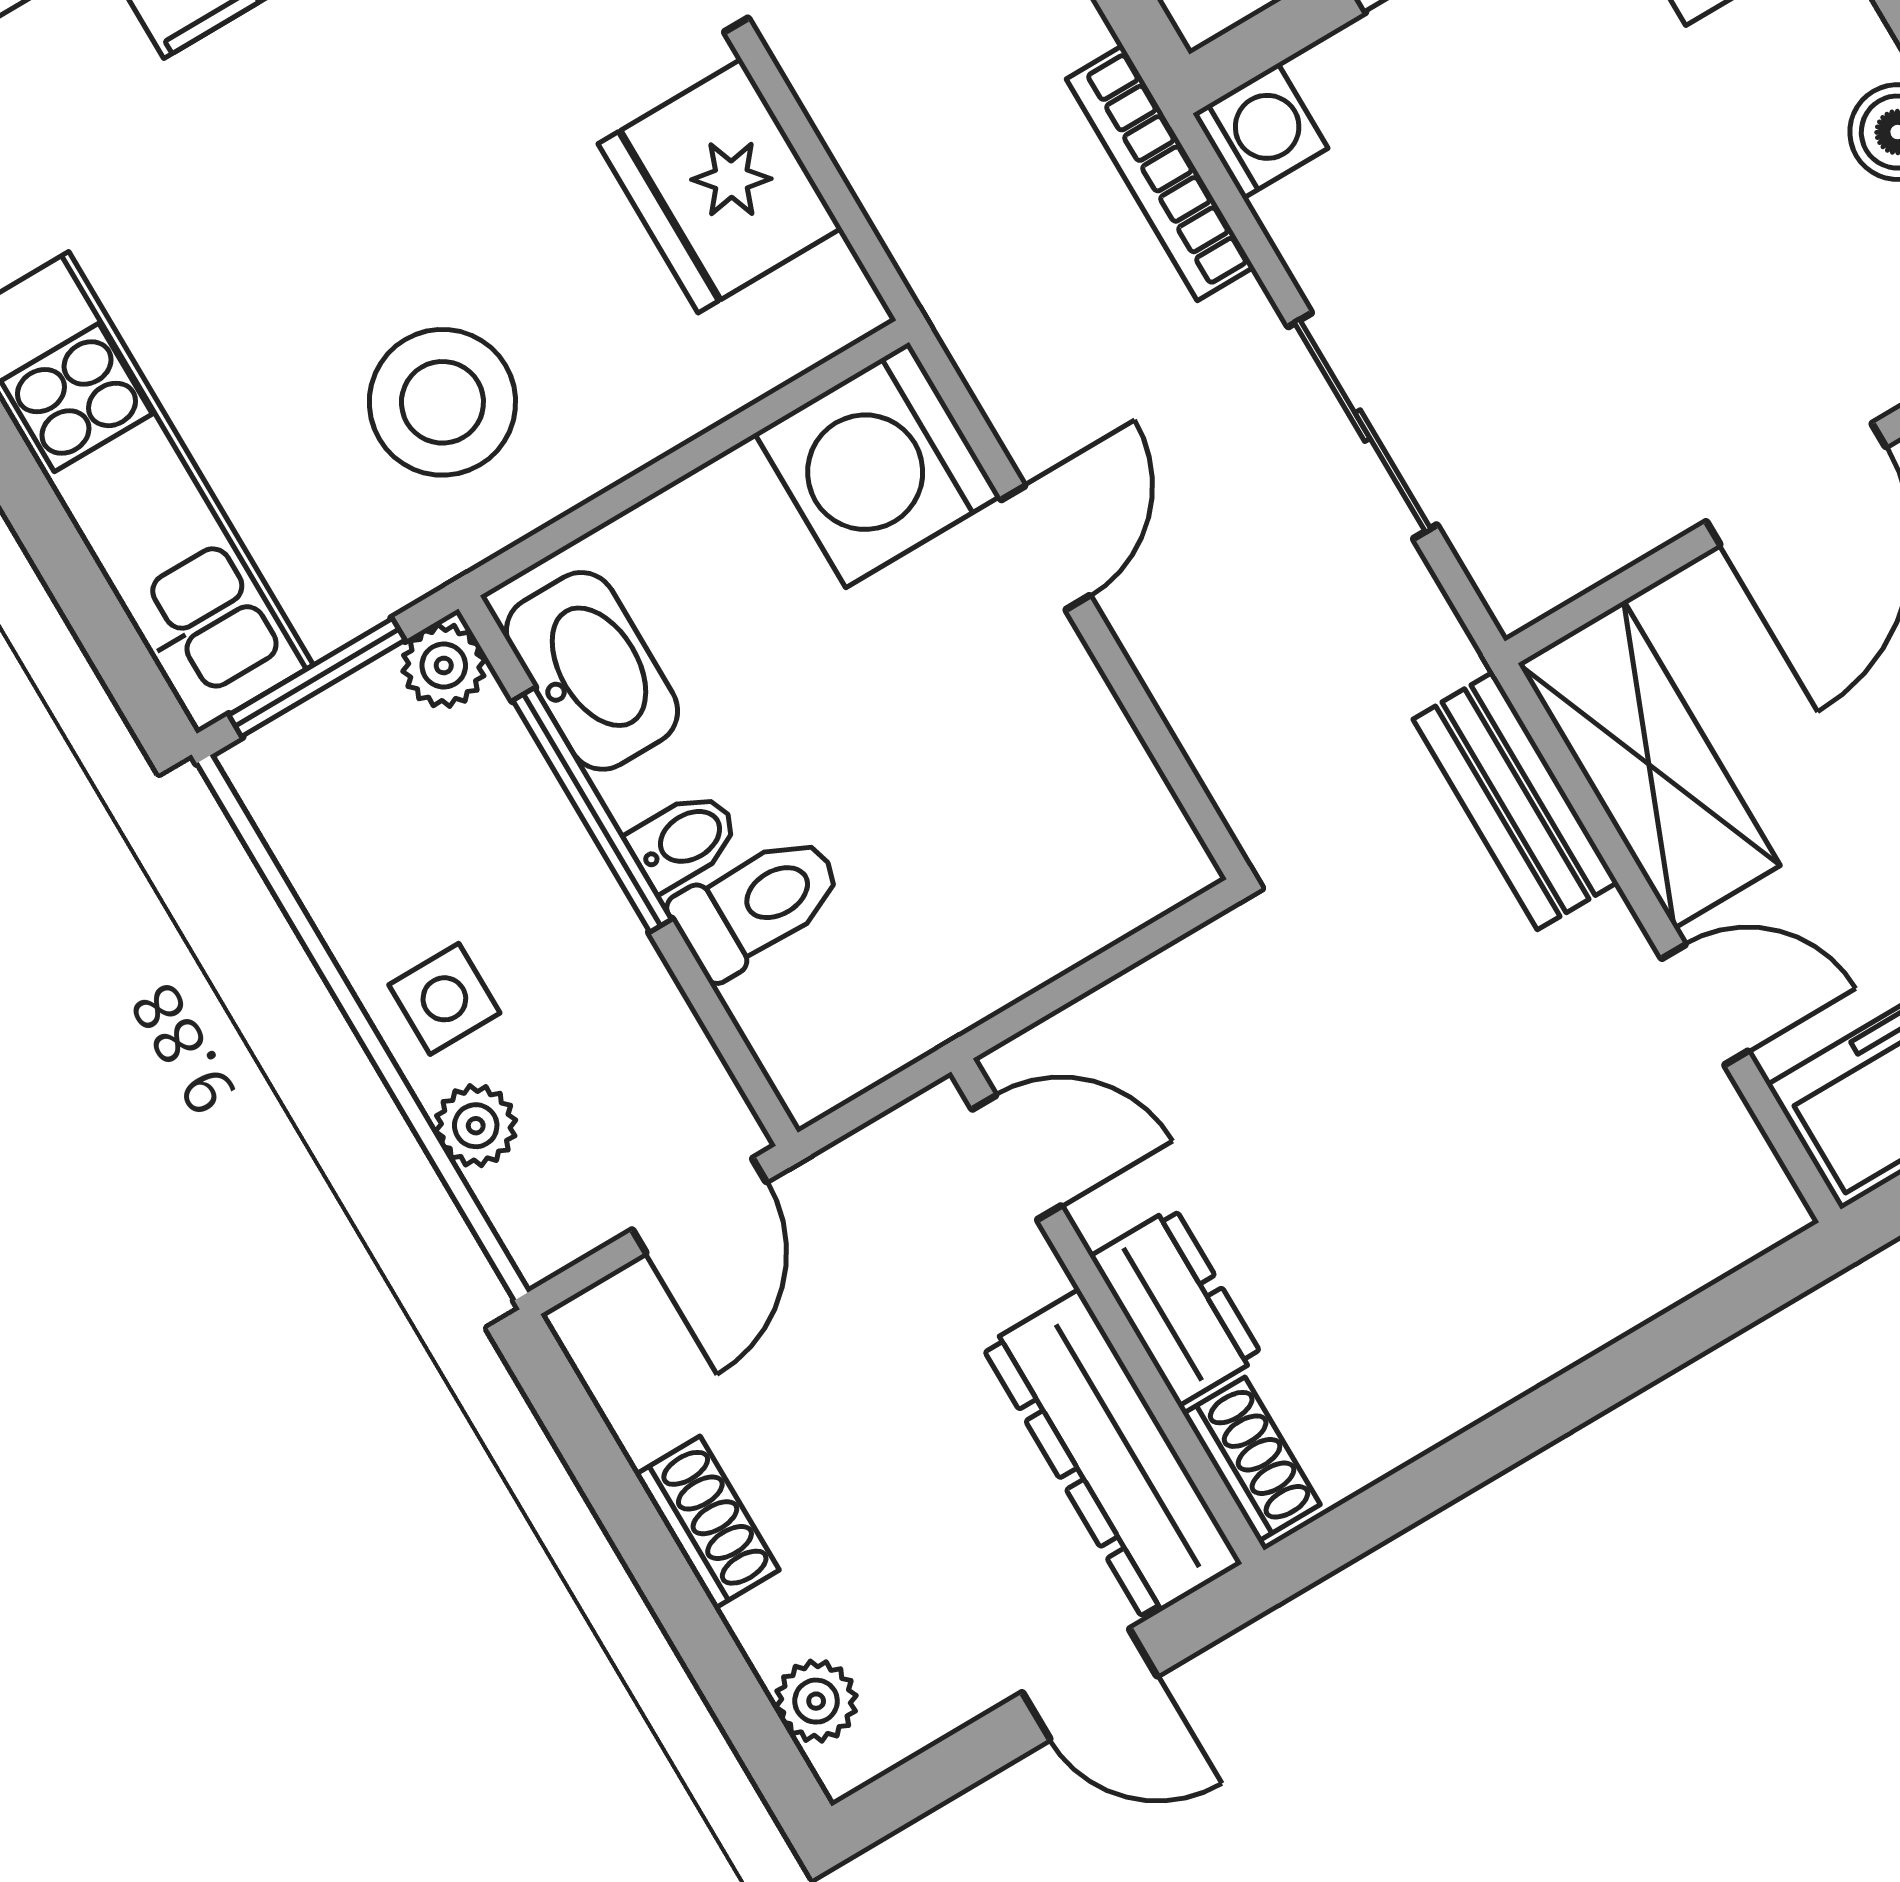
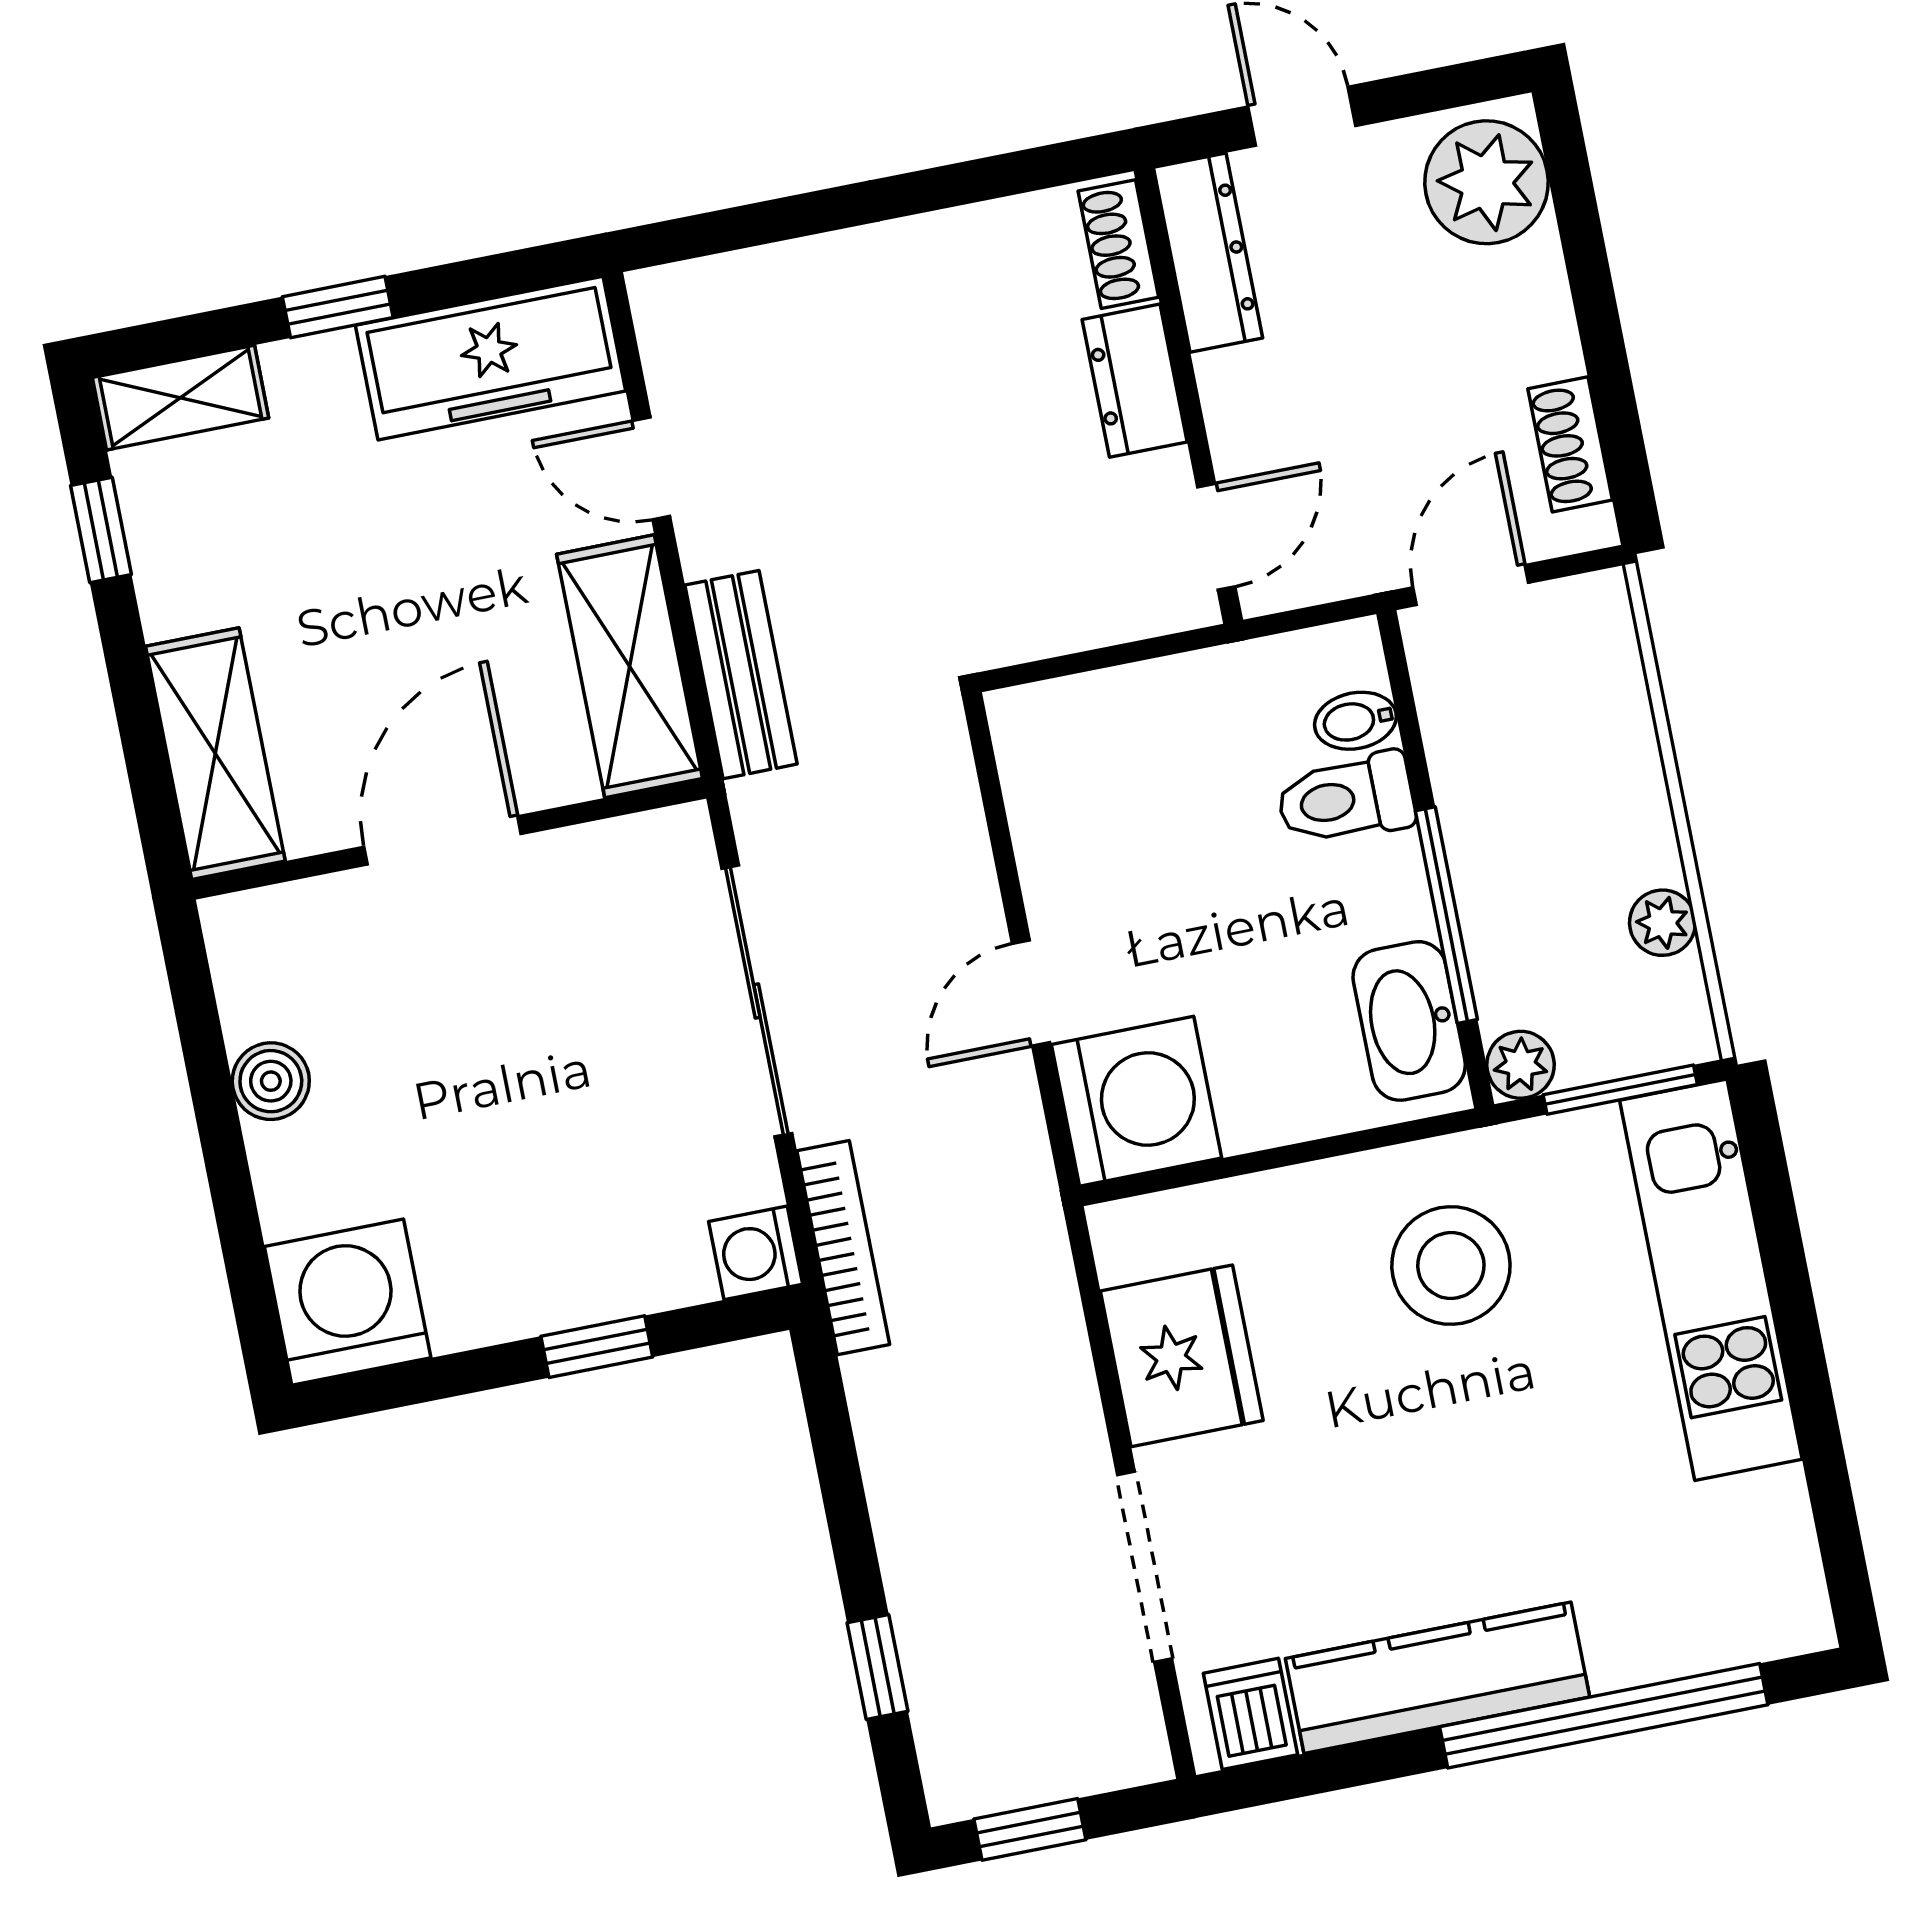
sliding door: (1363, 426) -> (757, 1001), width x1.37
bidet: (684, 840) -> (1355, 721), moved
side table: (444, 999) -> (1609, 811), removed
plant: (476, 1126) -> (1662, 923), moved
door: (1017, 1157) -> (1216, 537), swing flipped
dresser: (1112, 1455) -> (1208, 253), width x0.73, depth x0.80
shoe rack: (707, 1522) -> (1570, 444), moved
plant: (816, 1701) -> (1487, 182), width x1.87, depth x1.87

